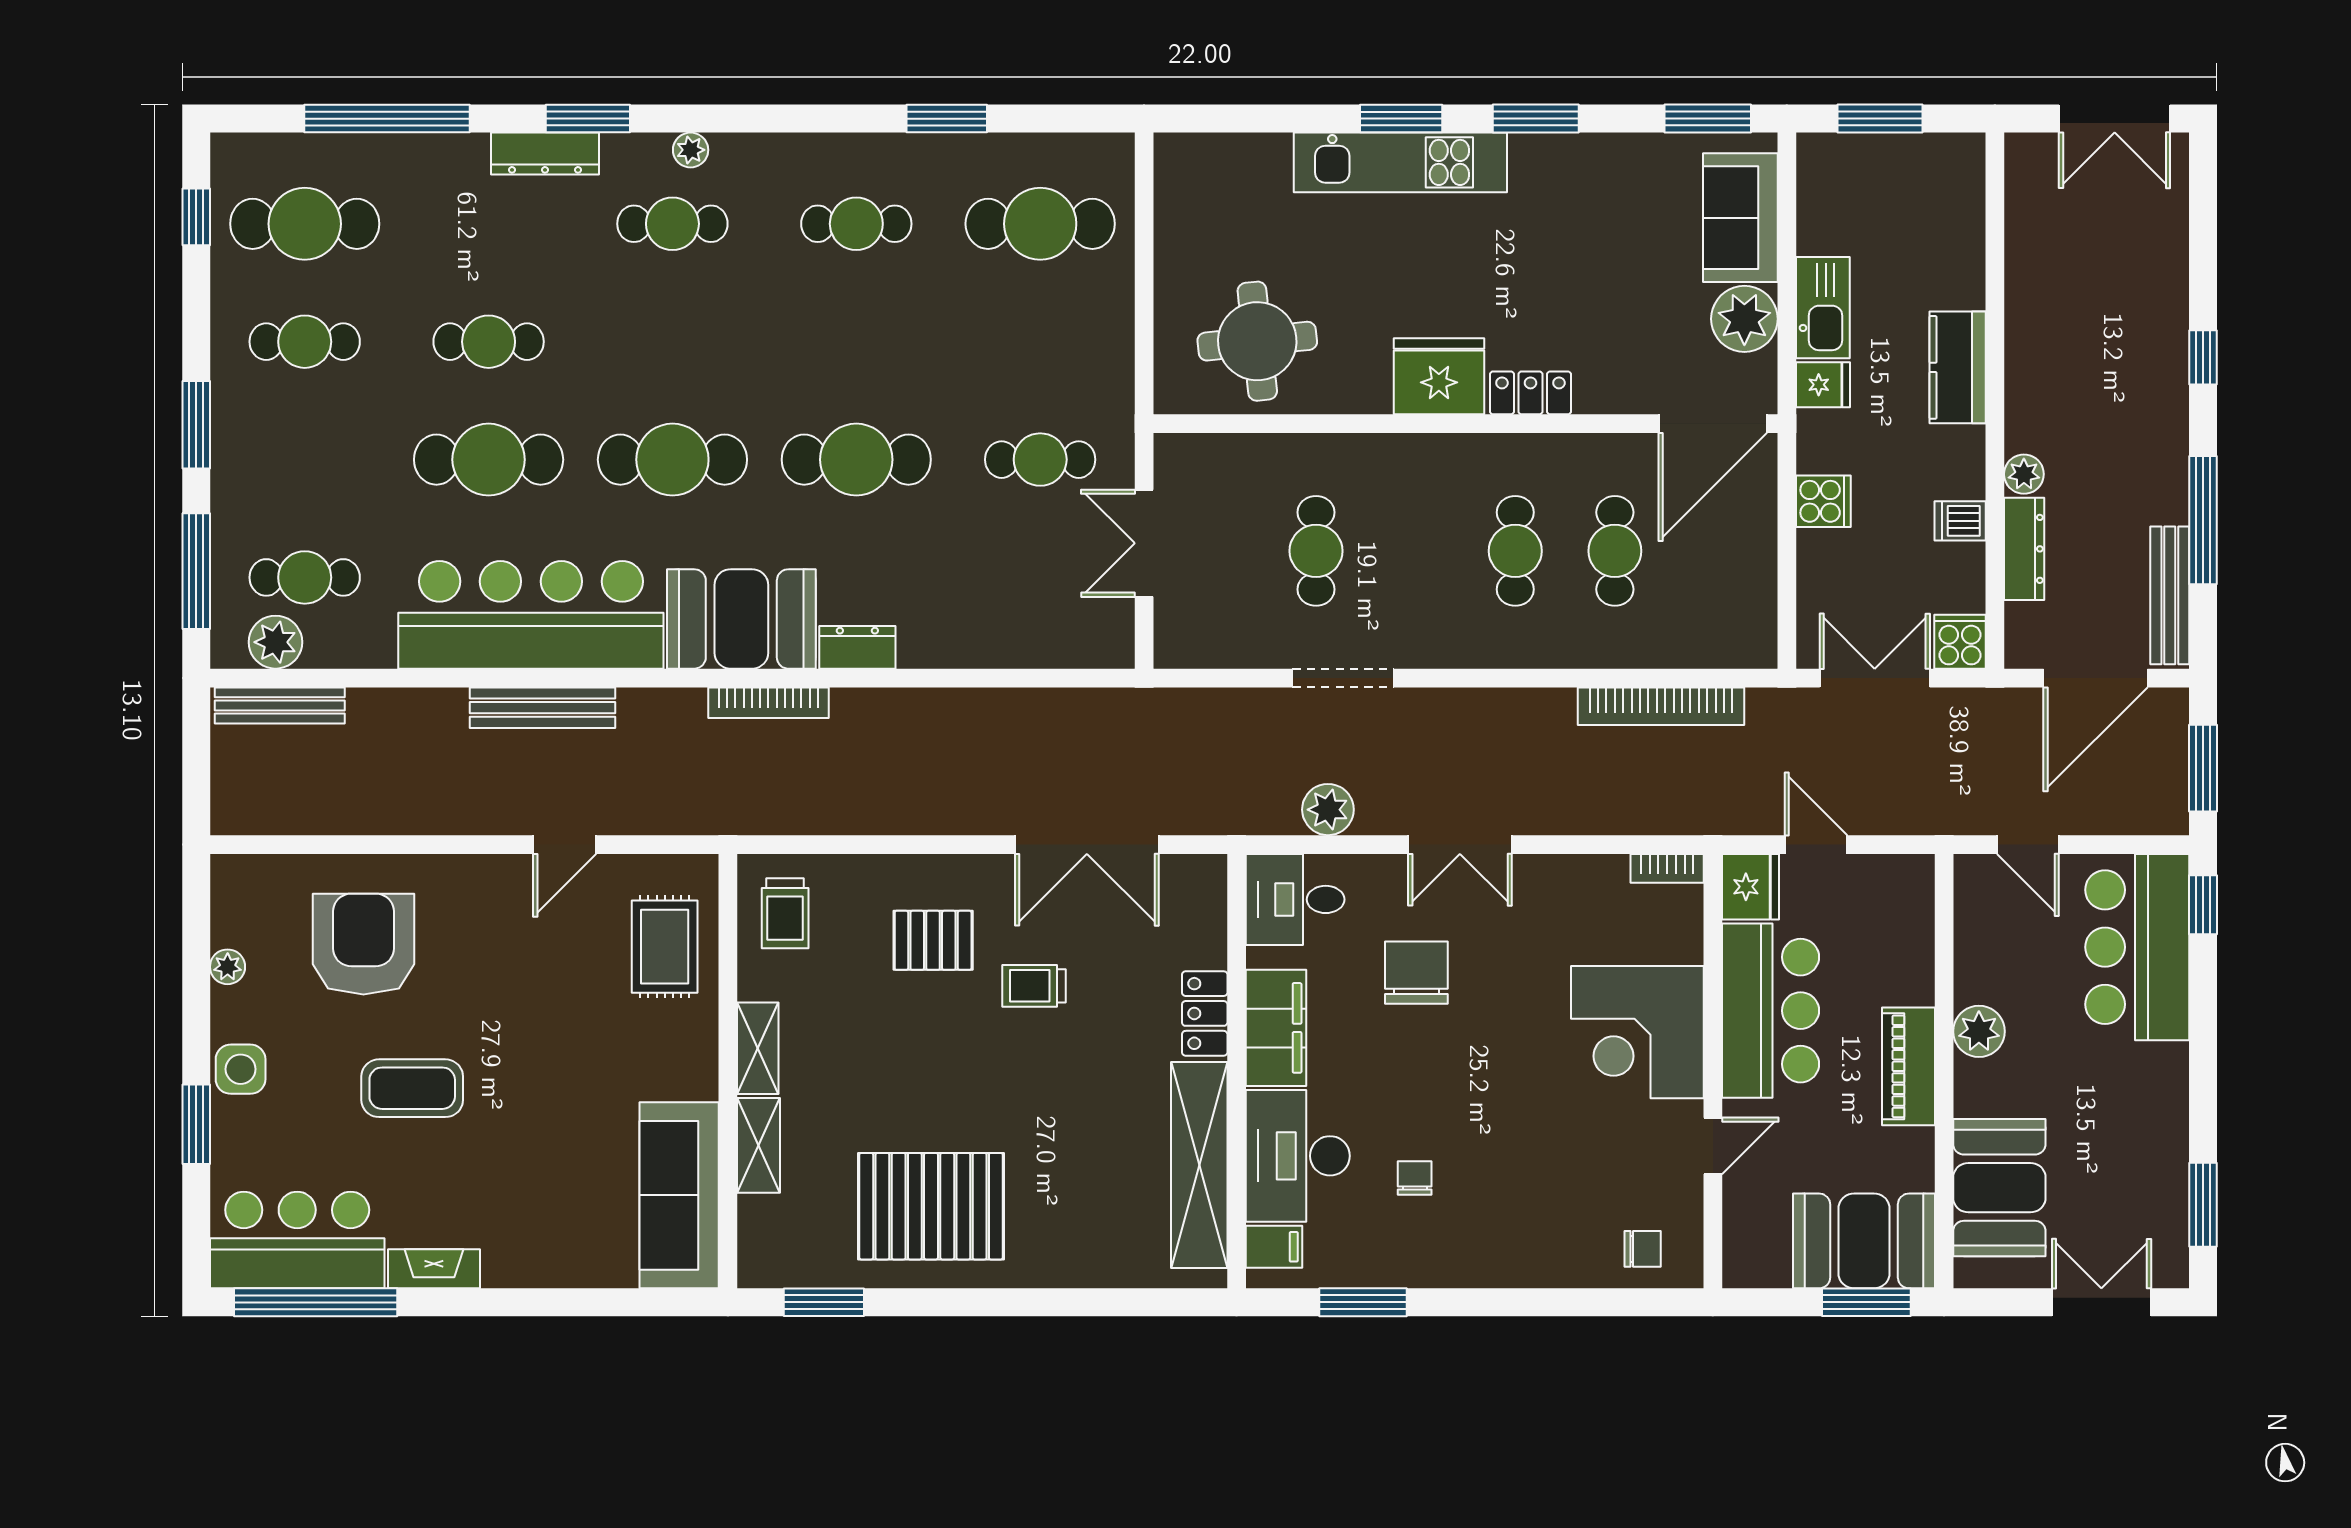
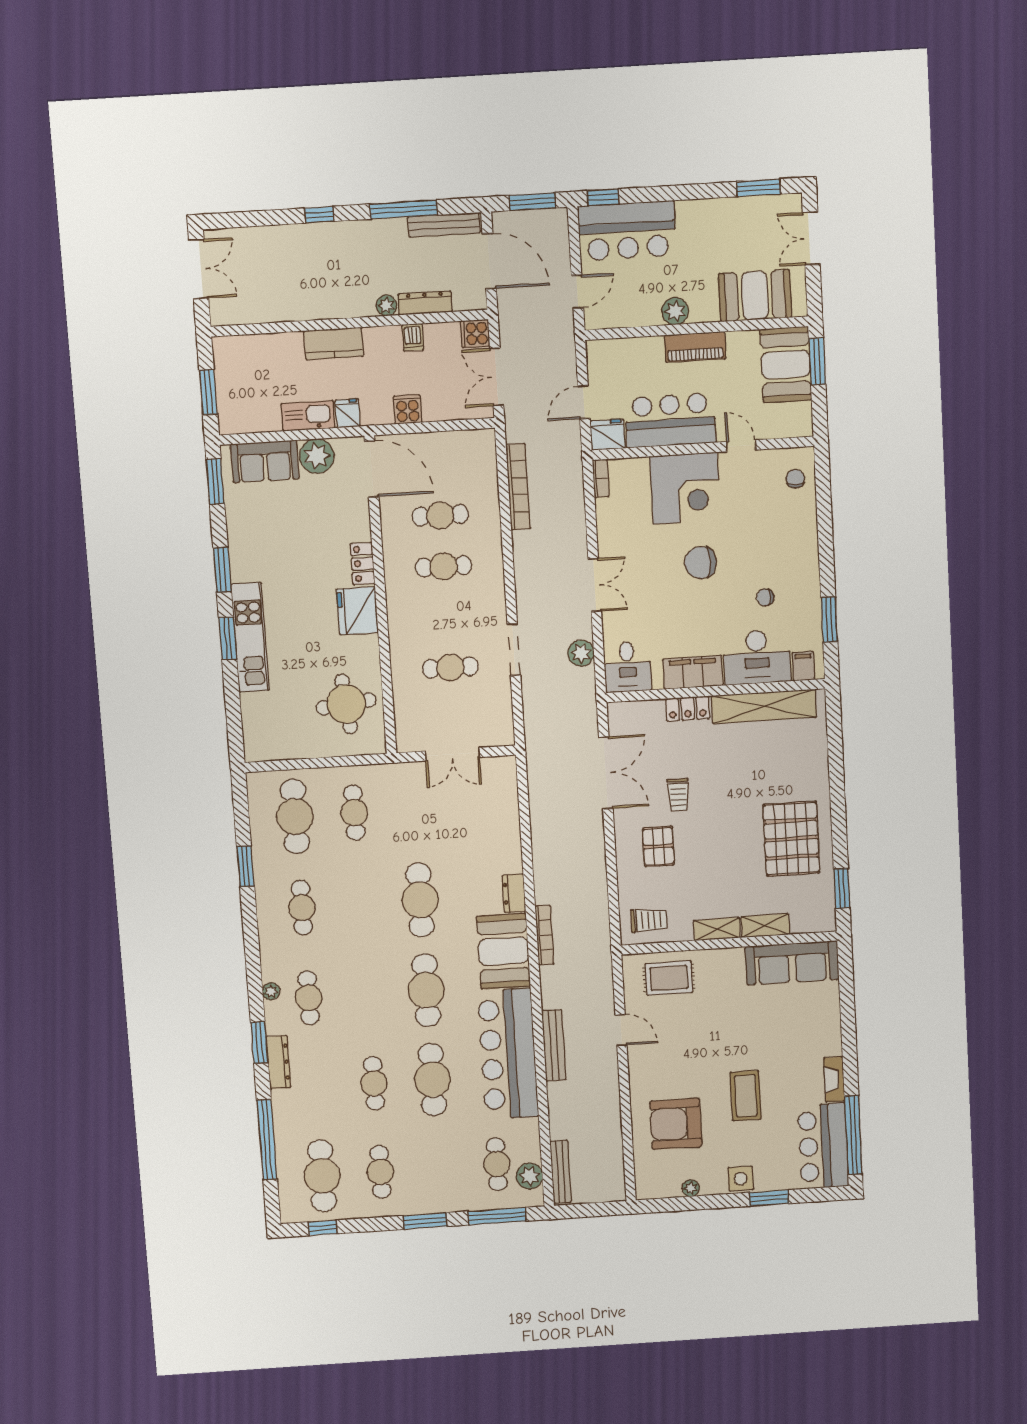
cafe table: (1040, 460) -> (354, 813), moved
chair: (1416, 973) -> (700, 562), moved

